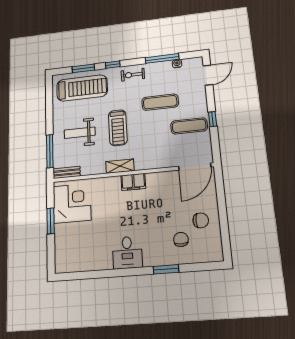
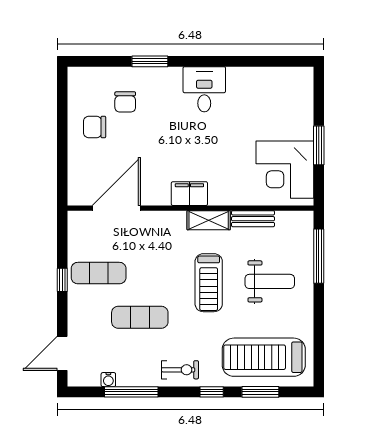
treadmill: (118, 128) -> (209, 283), turned 180
door: (195, 167) -> (116, 208), moved
bench: (67, 172) -> (253, 219), moved

